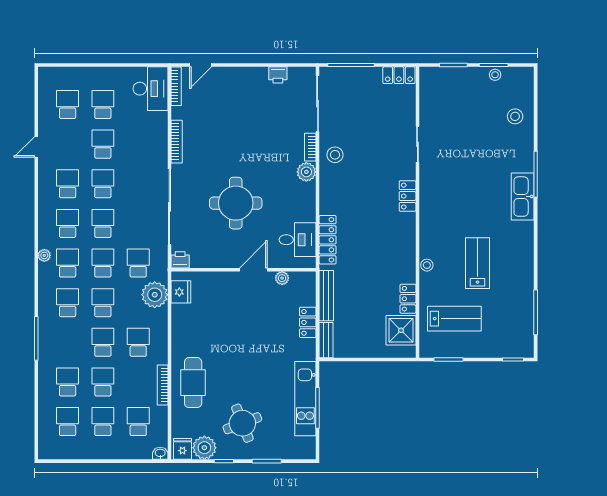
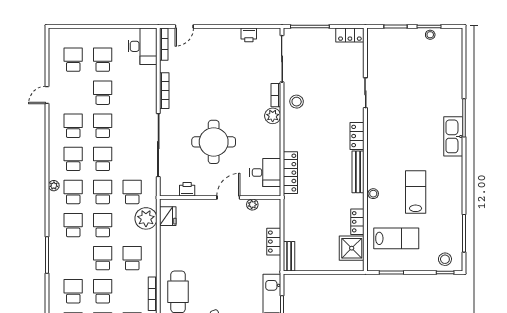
stool: (515, 116) -> (445, 259), moved
printer: (180, 260) -> (187, 189), moved
bench: (326, 296) -> (358, 172), moved

